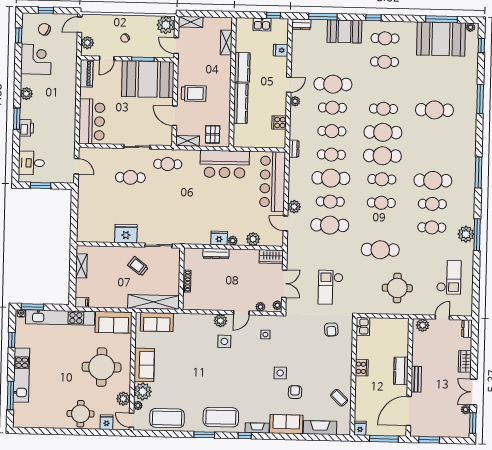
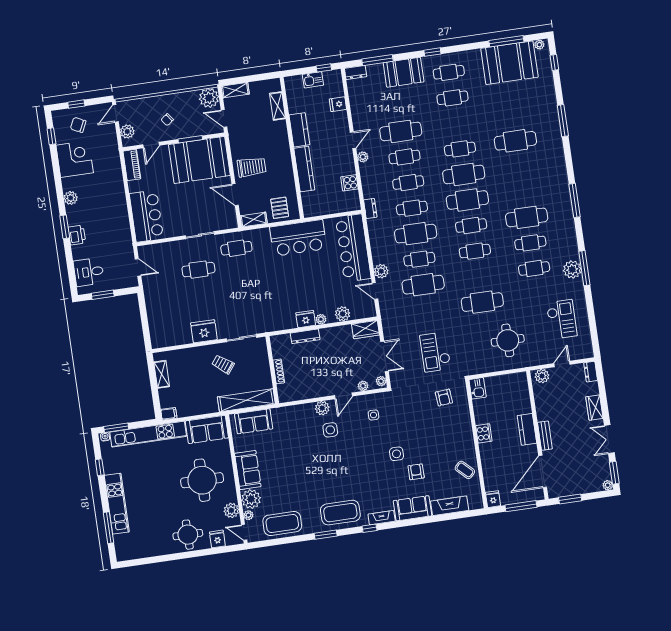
plant: (466, 410) -> (608, 485), moved

